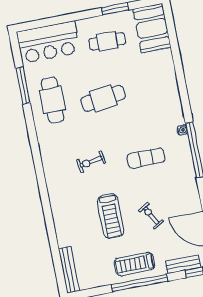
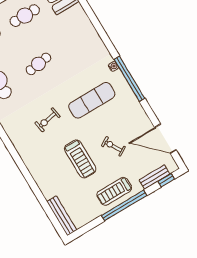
cafe table: (103, 98) -> (38, 64), width x0.73, depth x0.74
exercise mat: (146, 158) -> (92, 100), width x1.36, depth x1.45

